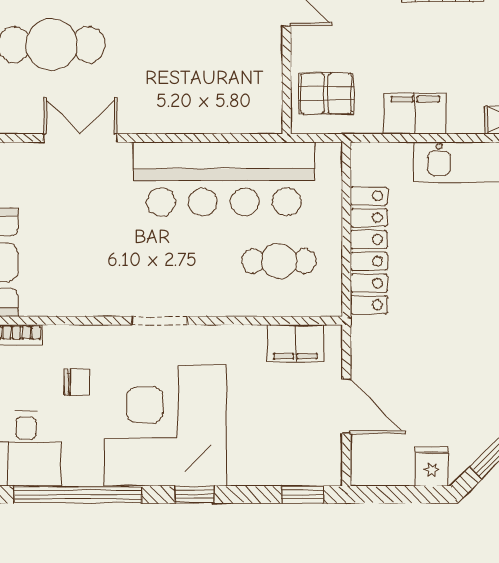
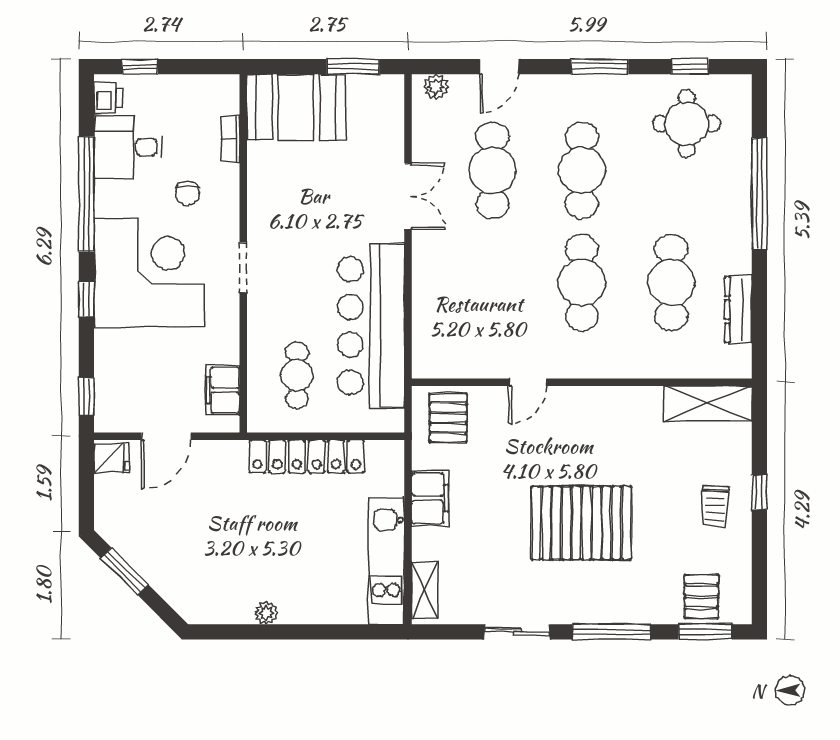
fridge: (432, 466) -> (112, 458), moved

